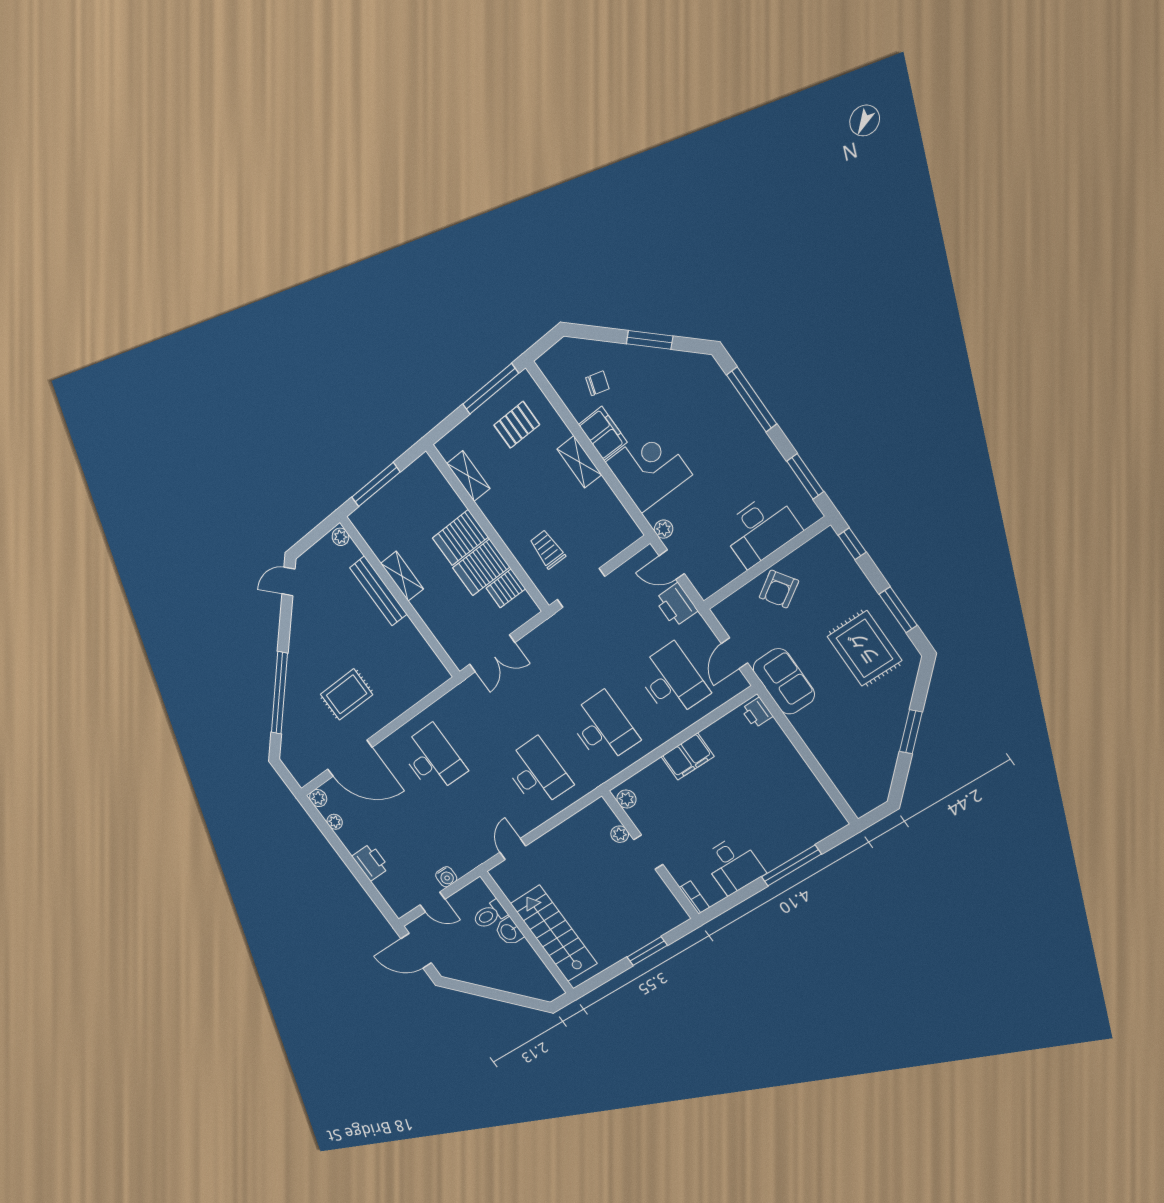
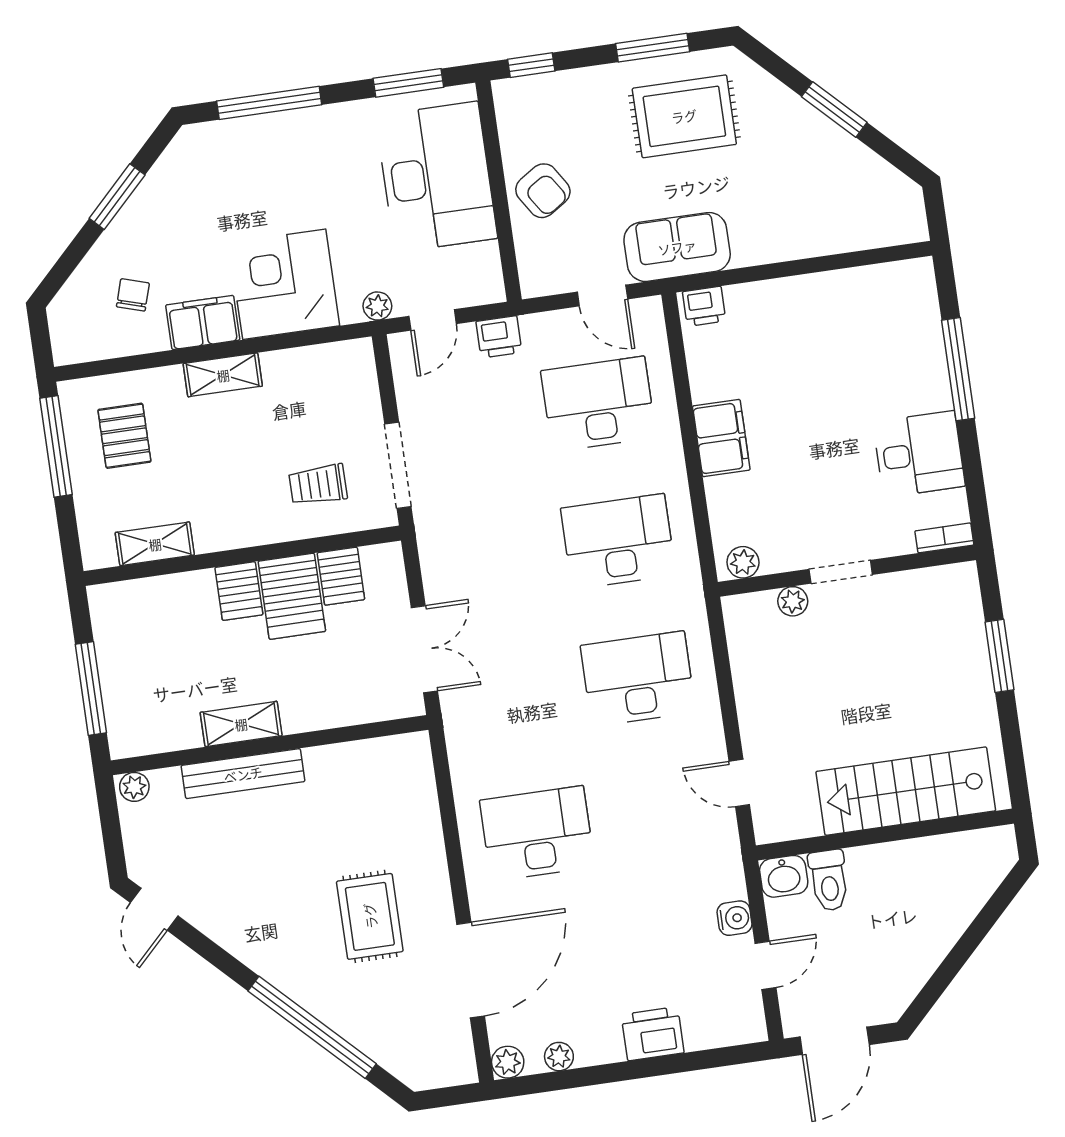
desk: (761, 530) -> (436, 177), width x1.36, depth x1.30
server rack: (460, 538) -> (239, 591), width x0.73, depth x0.70
printer: (676, 605) -> (499, 337), width x0.73, depth x0.81
washbasin: (509, 932) -> (784, 876), moved

